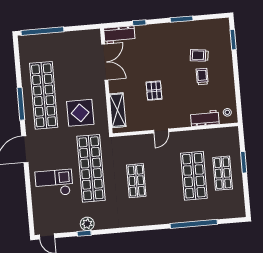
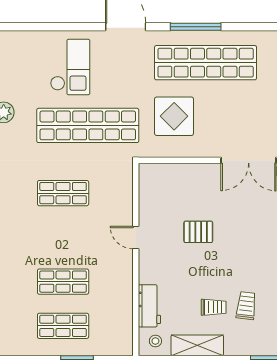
shelving: (118, 110) -> (197, 345), moved
shop shelf: (194, 176) -> (63, 282), width x0.70, depth x0.74

